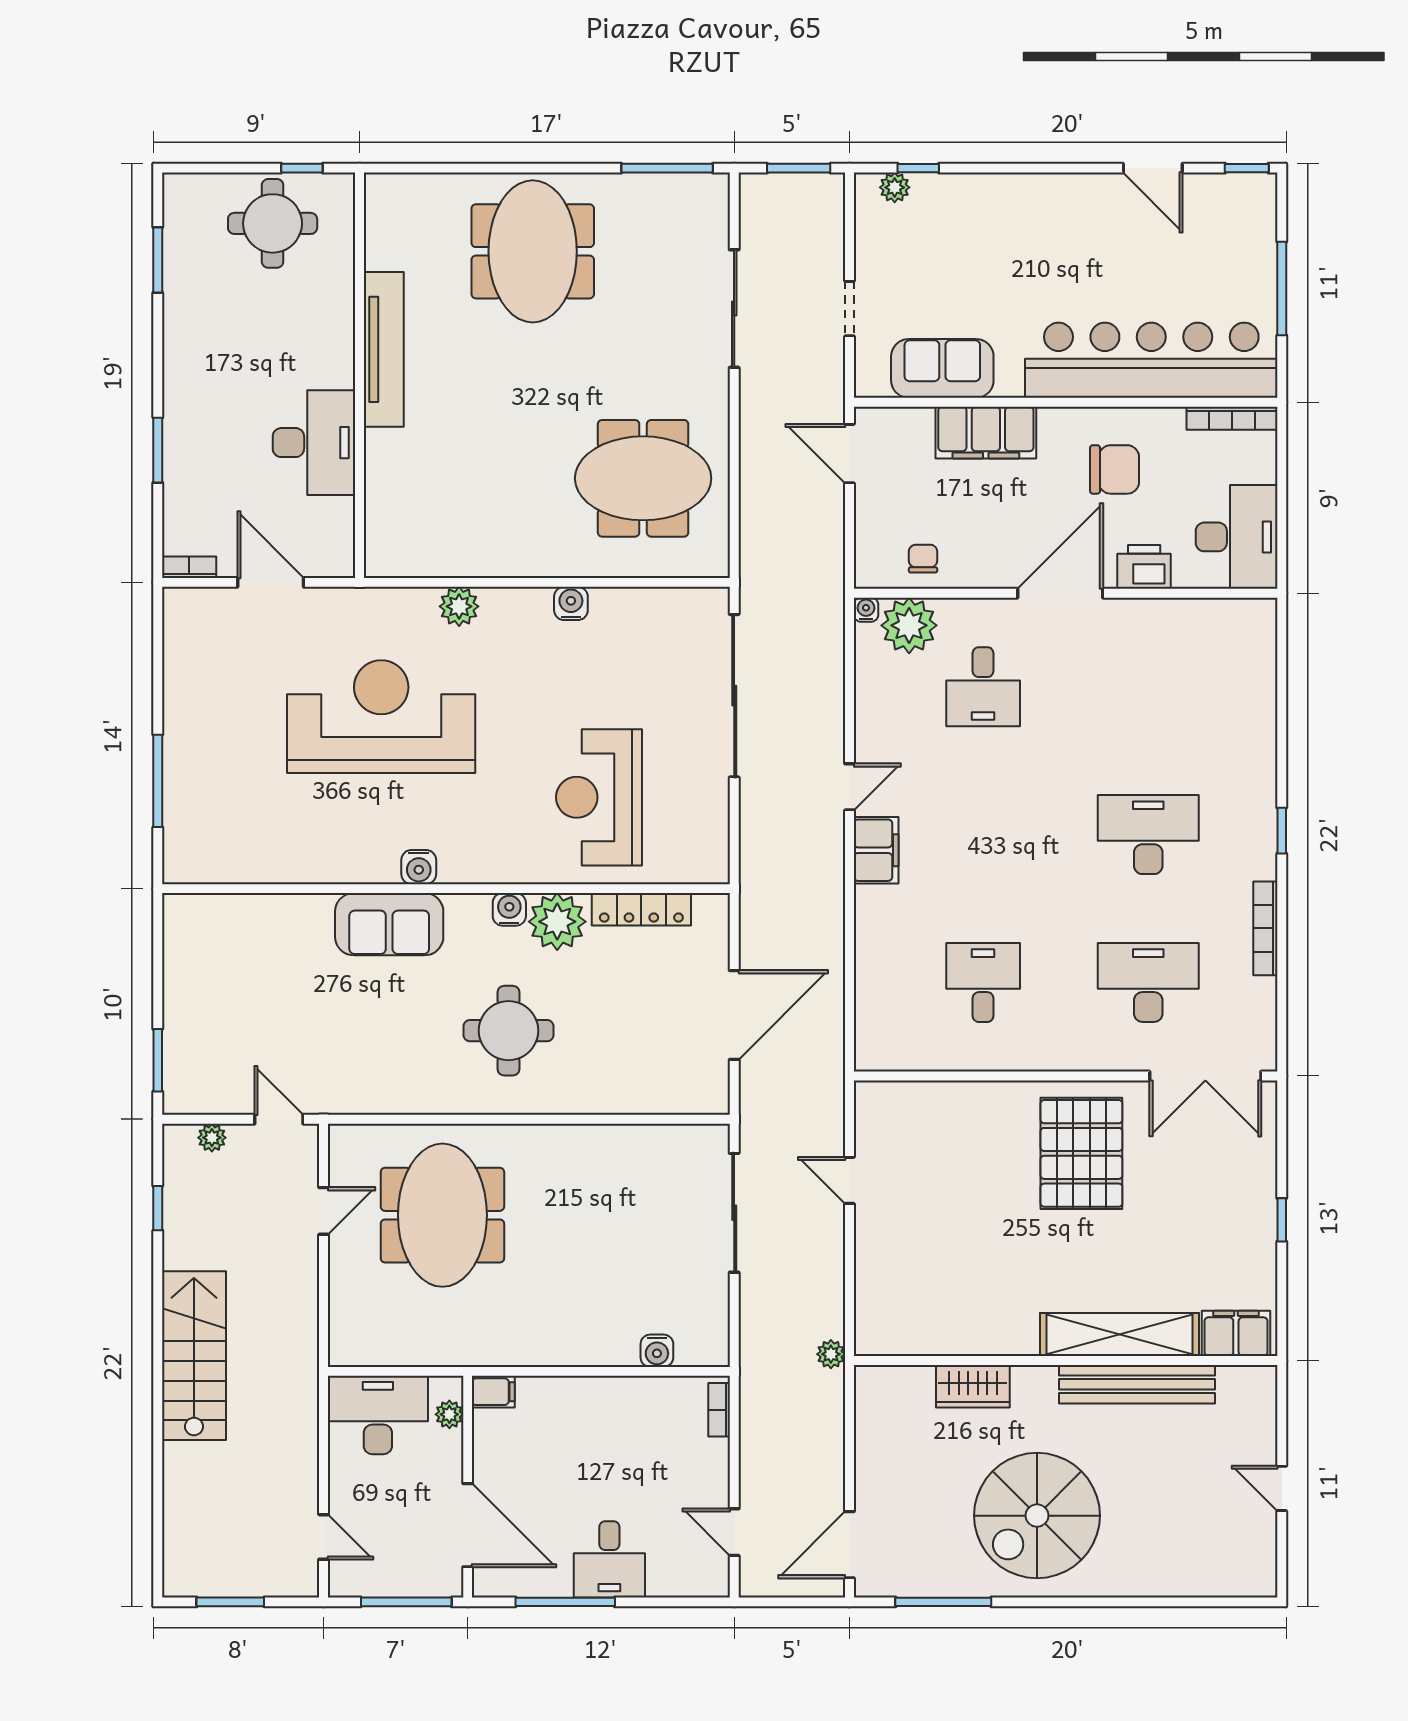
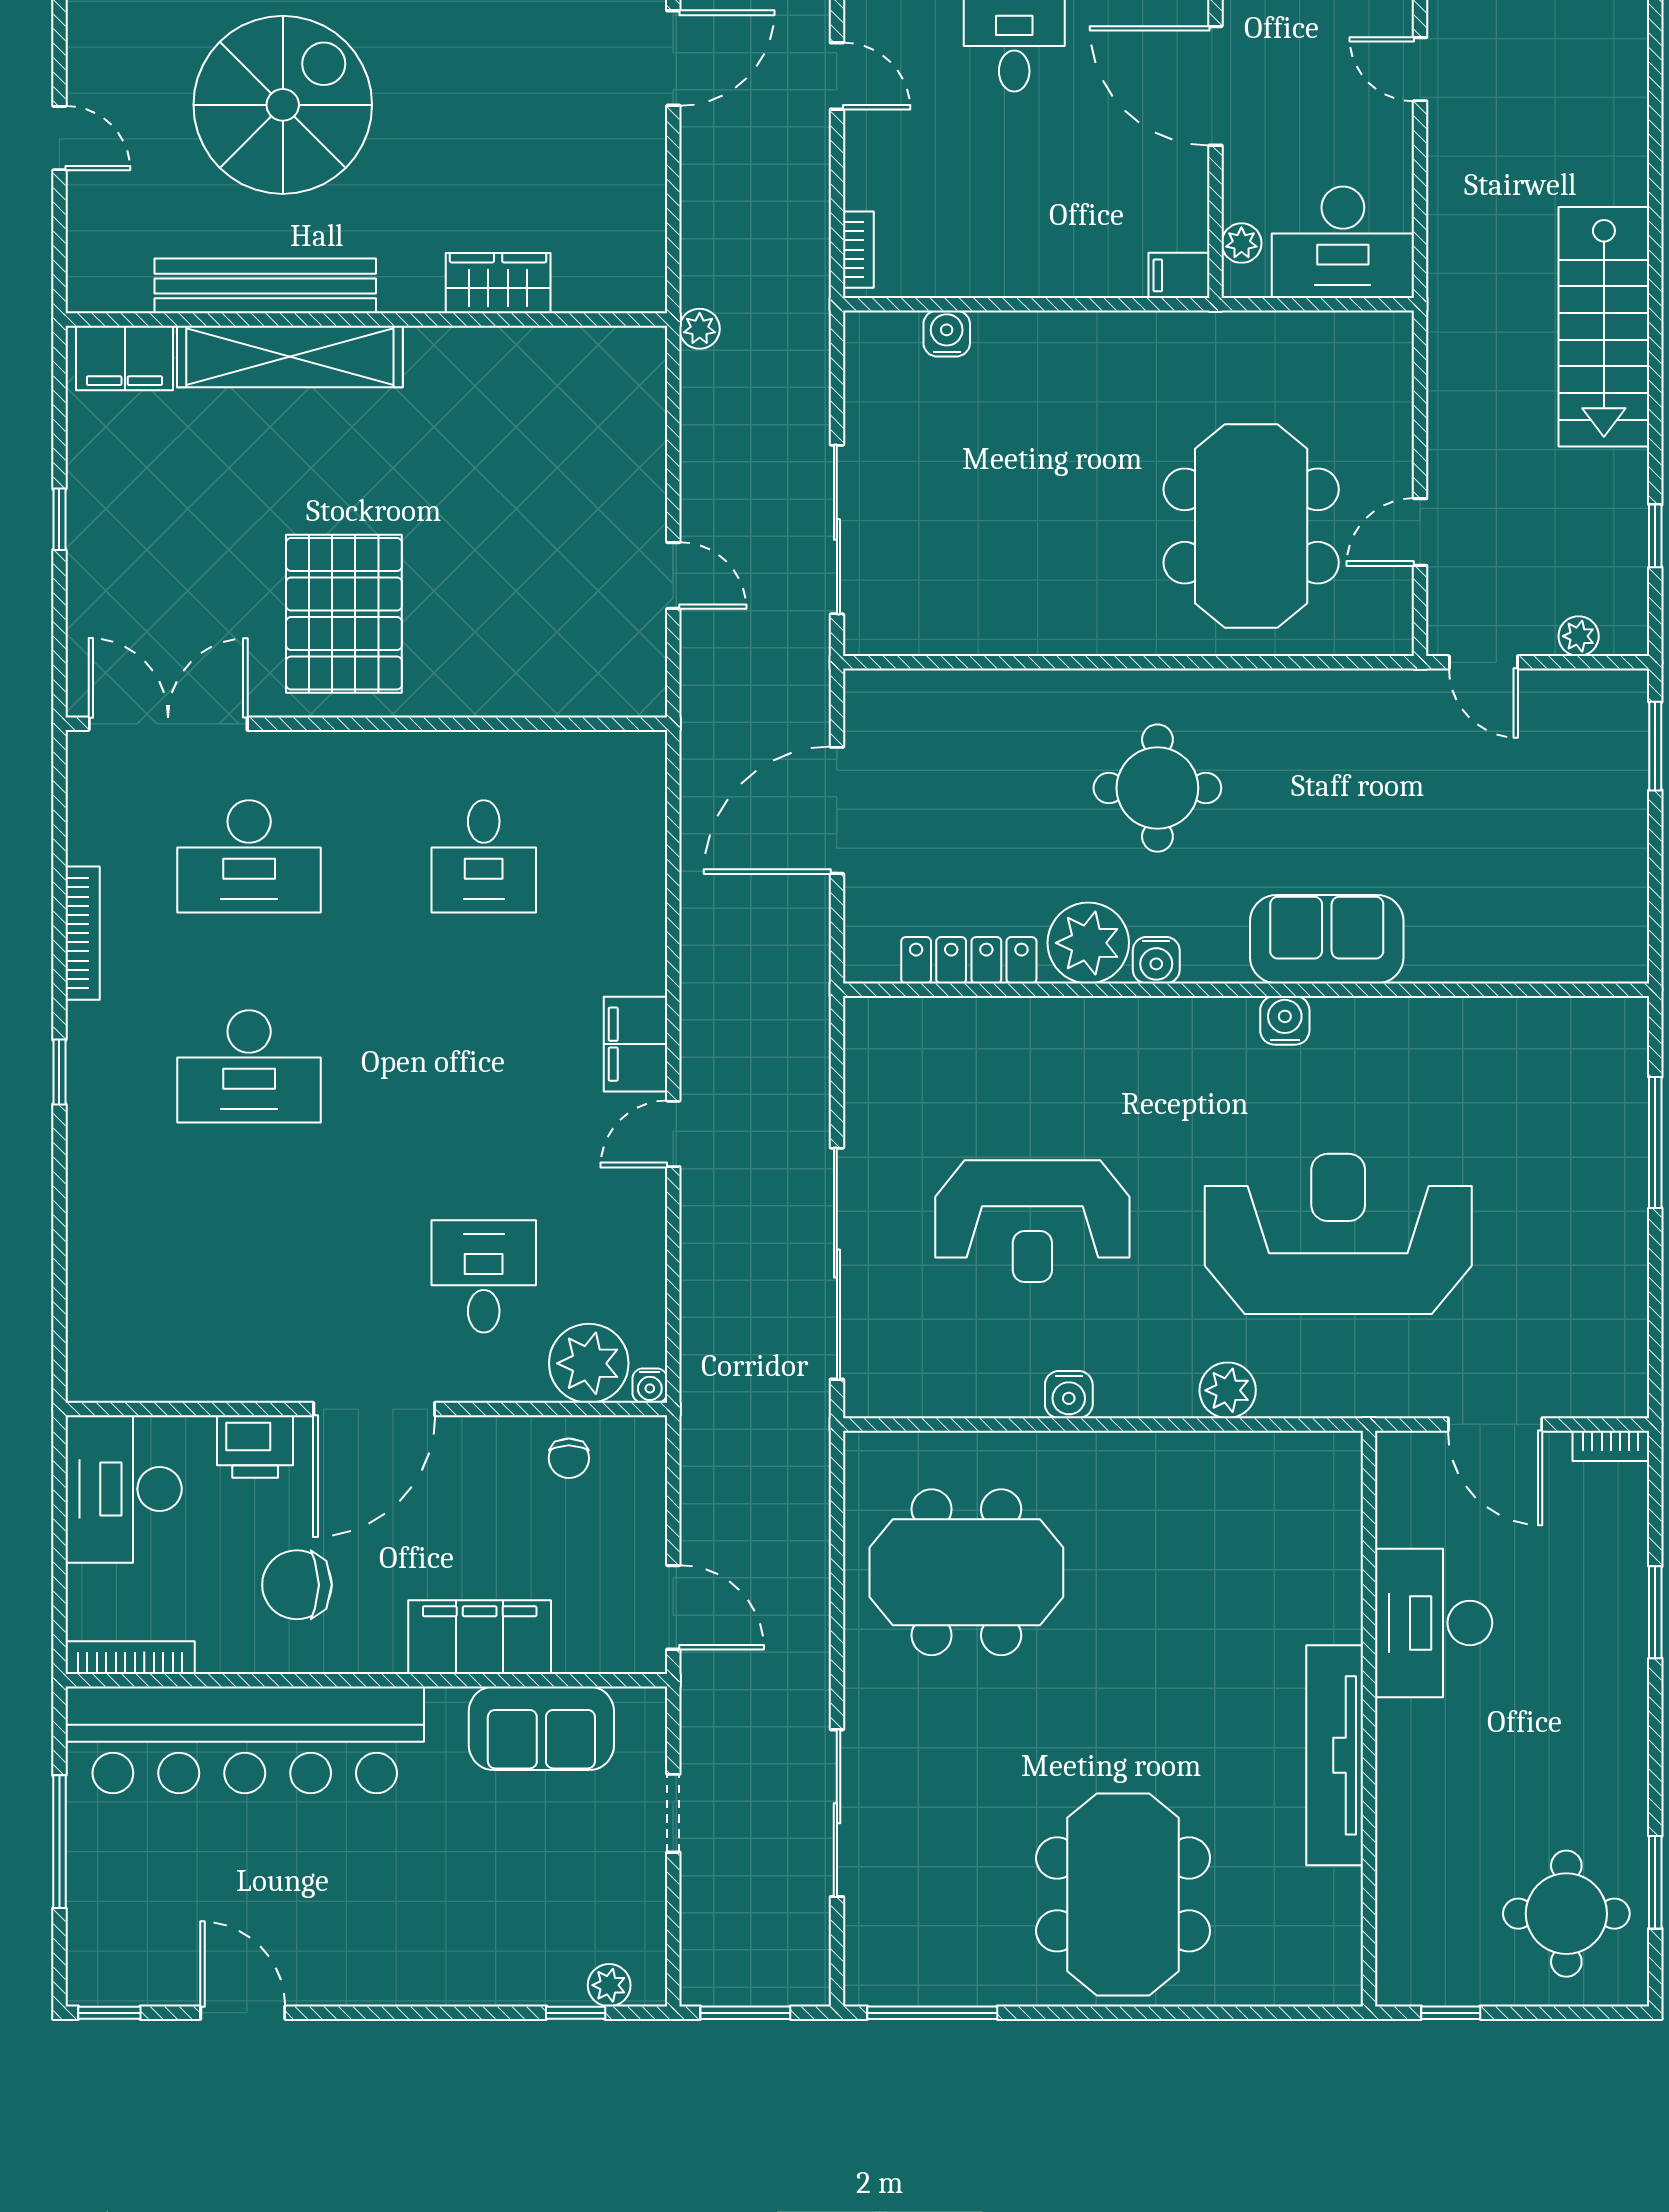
round table: (273, 223) -> (1566, 1914), moved
reception desk: (381, 717) -> (1338, 1234), turned 180
reception desk: (599, 797) -> (1032, 1221), moved, turned 90
spiral stairs: (1037, 1516) -> (283, 105), moved

